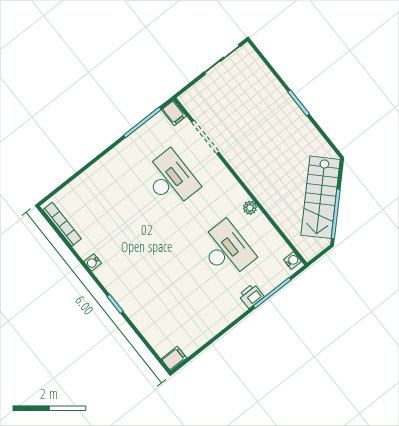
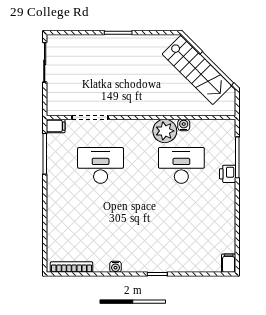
plant: (250, 208) -> (165, 131), width x1.88, depth x1.88
water cooler: (292, 260) -> (184, 125), moved

